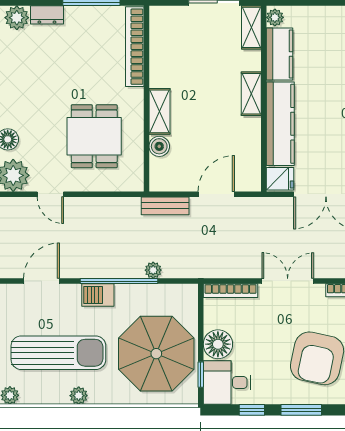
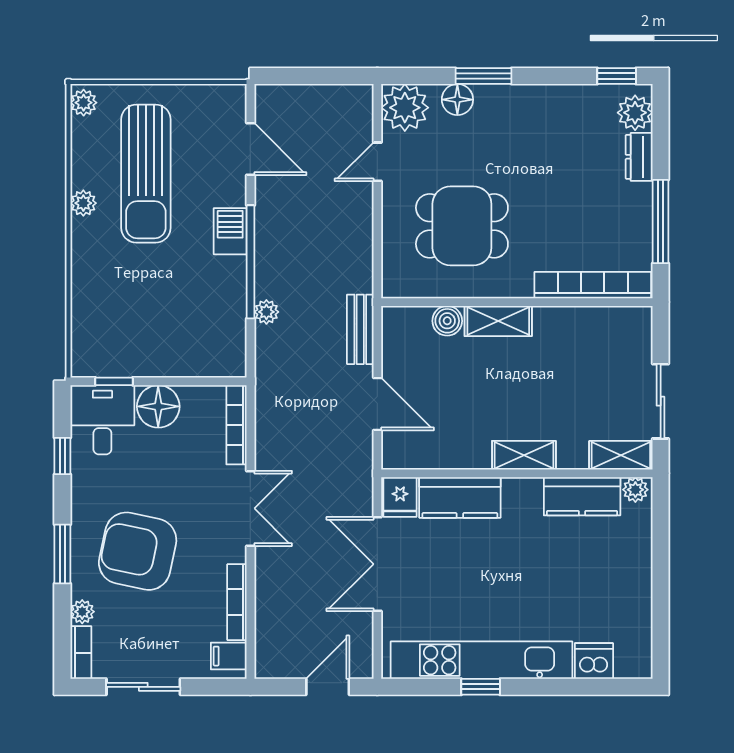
kitchen counter: (280, 124) -> (460, 497), width x0.67
parasol: (156, 354) -> (145, 316), removed
window: (301, 410) -> (62, 554), moved

